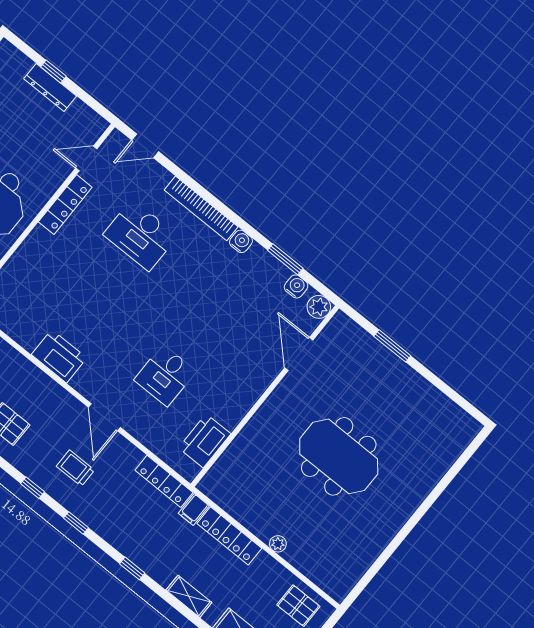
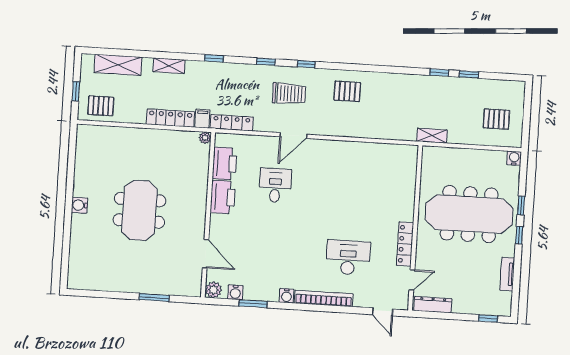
window: (53, 72) -> (488, 319), moved
dresser: (50, 87) -> (433, 305), moved
door: (145, 146) -> (383, 312), swing flipped
printer: (59, 356) -> (223, 197), moved, turned -90
door: (104, 417) -> (293, 136), swing flipped
meeting table: (339, 456) -> (139, 210), turned 90
trolley: (75, 468) -> (289, 94), width x1.36, depth x1.39
water cooler: (402, 510) -> (79, 205), added
plant: (278, 544) -> (205, 138), moved

